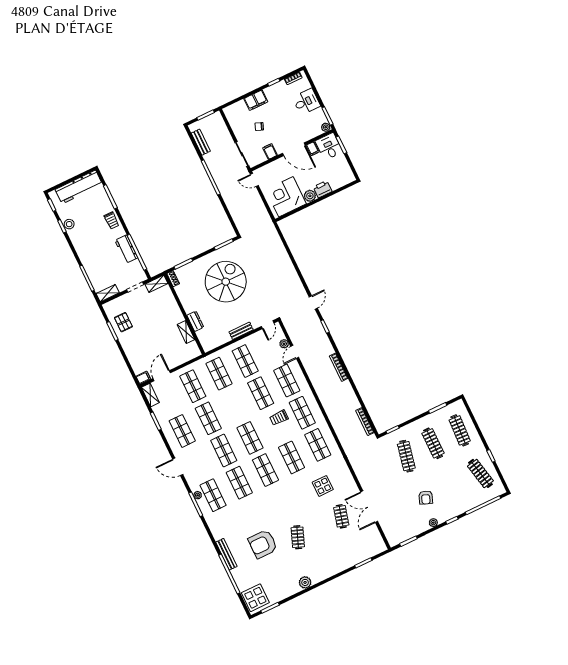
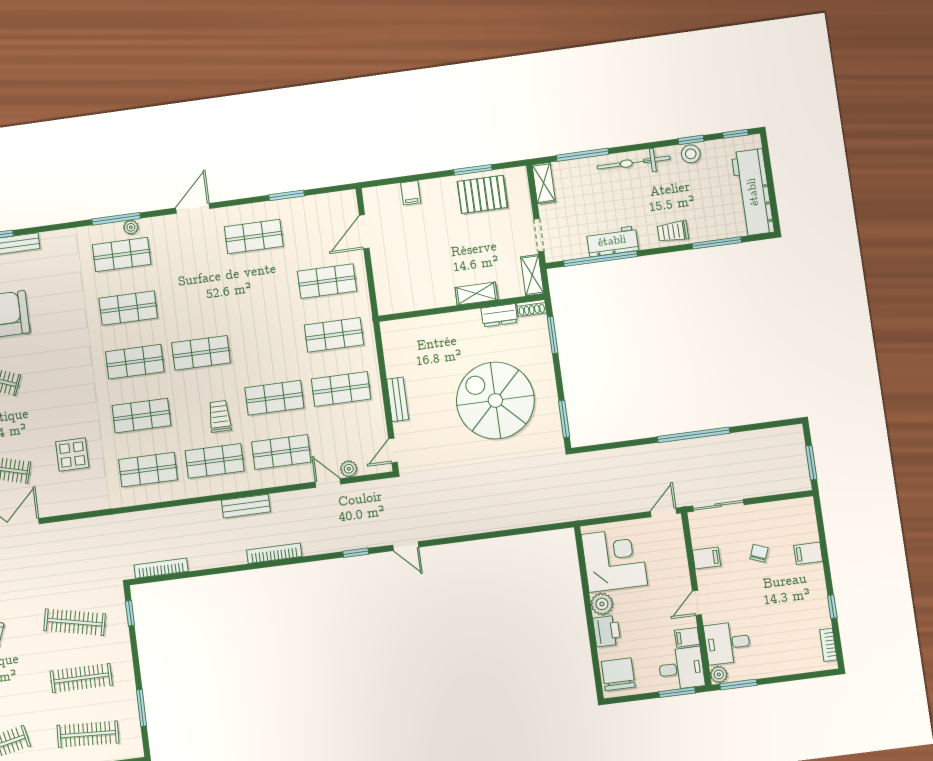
filing cabinet: (256, 100) -> (808, 553), width x0.50
desk: (306, 102) -> (727, 643), moved, turned 90
bench: (201, 142) -> (246, 506), moved
door: (294, 149) -> (697, 603), width x0.53
chair: (342, 177) -> (618, 674), added
bicycle: (83, 251) -> (634, 163), added
spiral stairs: (226, 282) -> (495, 400), turned 180
dresser: (195, 321) -> (499, 315), moved
pallet: (123, 322) -> (482, 194), width x1.50, depth x1.42
door: (268, 325) -> (393, 451), hinge flipped
shelving: (186, 332) -> (476, 294), moved
door: (162, 376) -> (364, 232), swing flipped
filing cabinet: (143, 378) -> (411, 193), moved
shelving: (150, 395) -> (336, 201), removed
shop shelf: (208, 418) -> (261, 290), removed
shop shelf: (224, 450) -> (194, 299), removed

